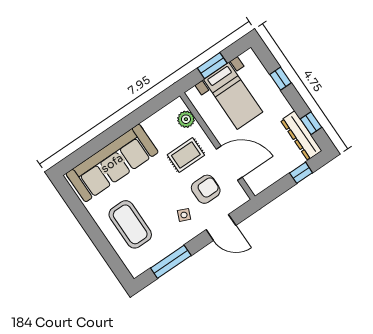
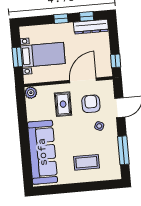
window: (280, 79) -> (61, 19), moved
plant: (186, 119) -> (31, 93), moved
window: (301, 173) -> (116, 61), moved
coffee table: (130, 224) -> (87, 162), width x0.73, depth x0.76

